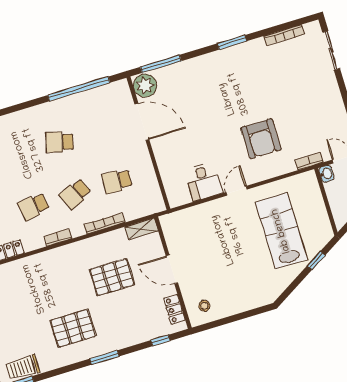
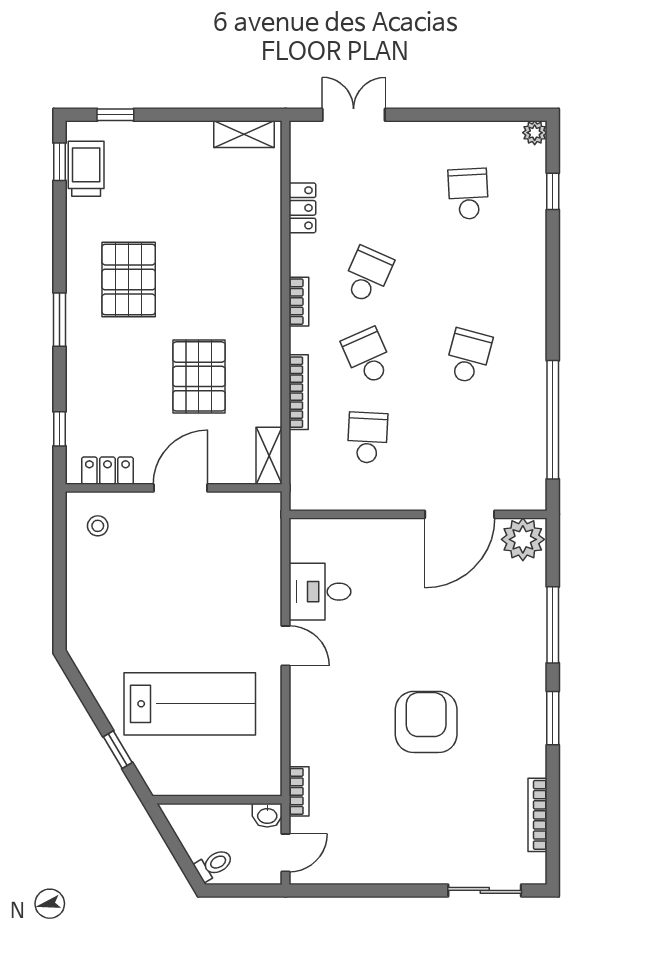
window: (161, 64) -> (553, 625), moved
armchair: (261, 139) -> (426, 722), moved, turned 90
school desk: (34, 206) -> (368, 275), turned 33

